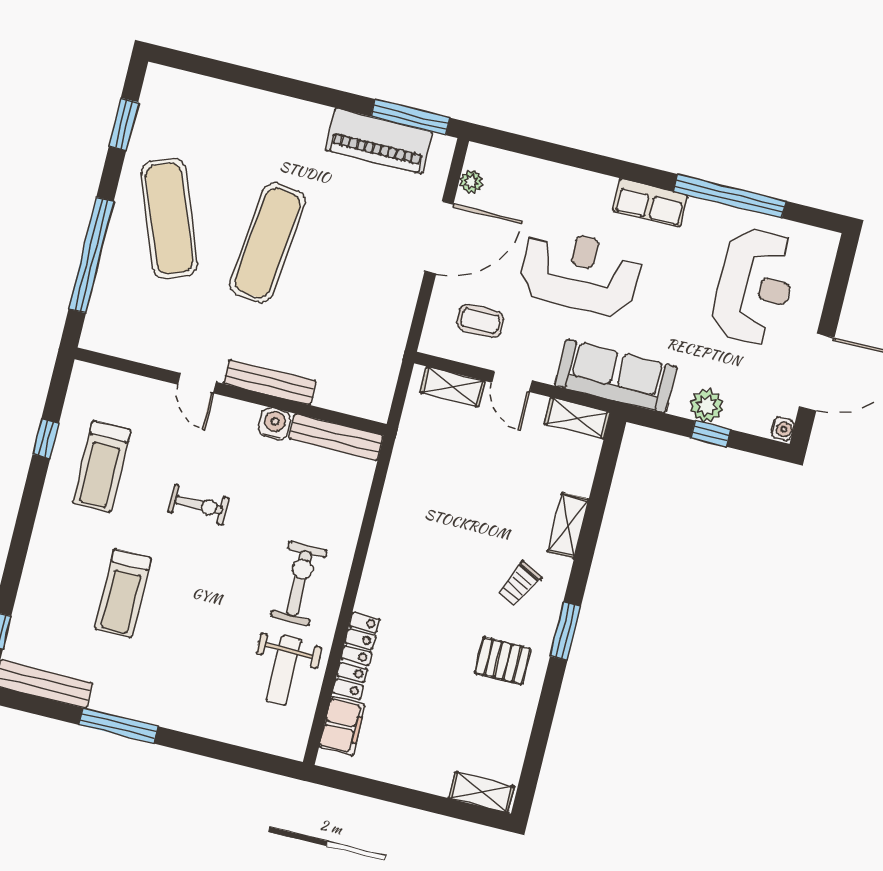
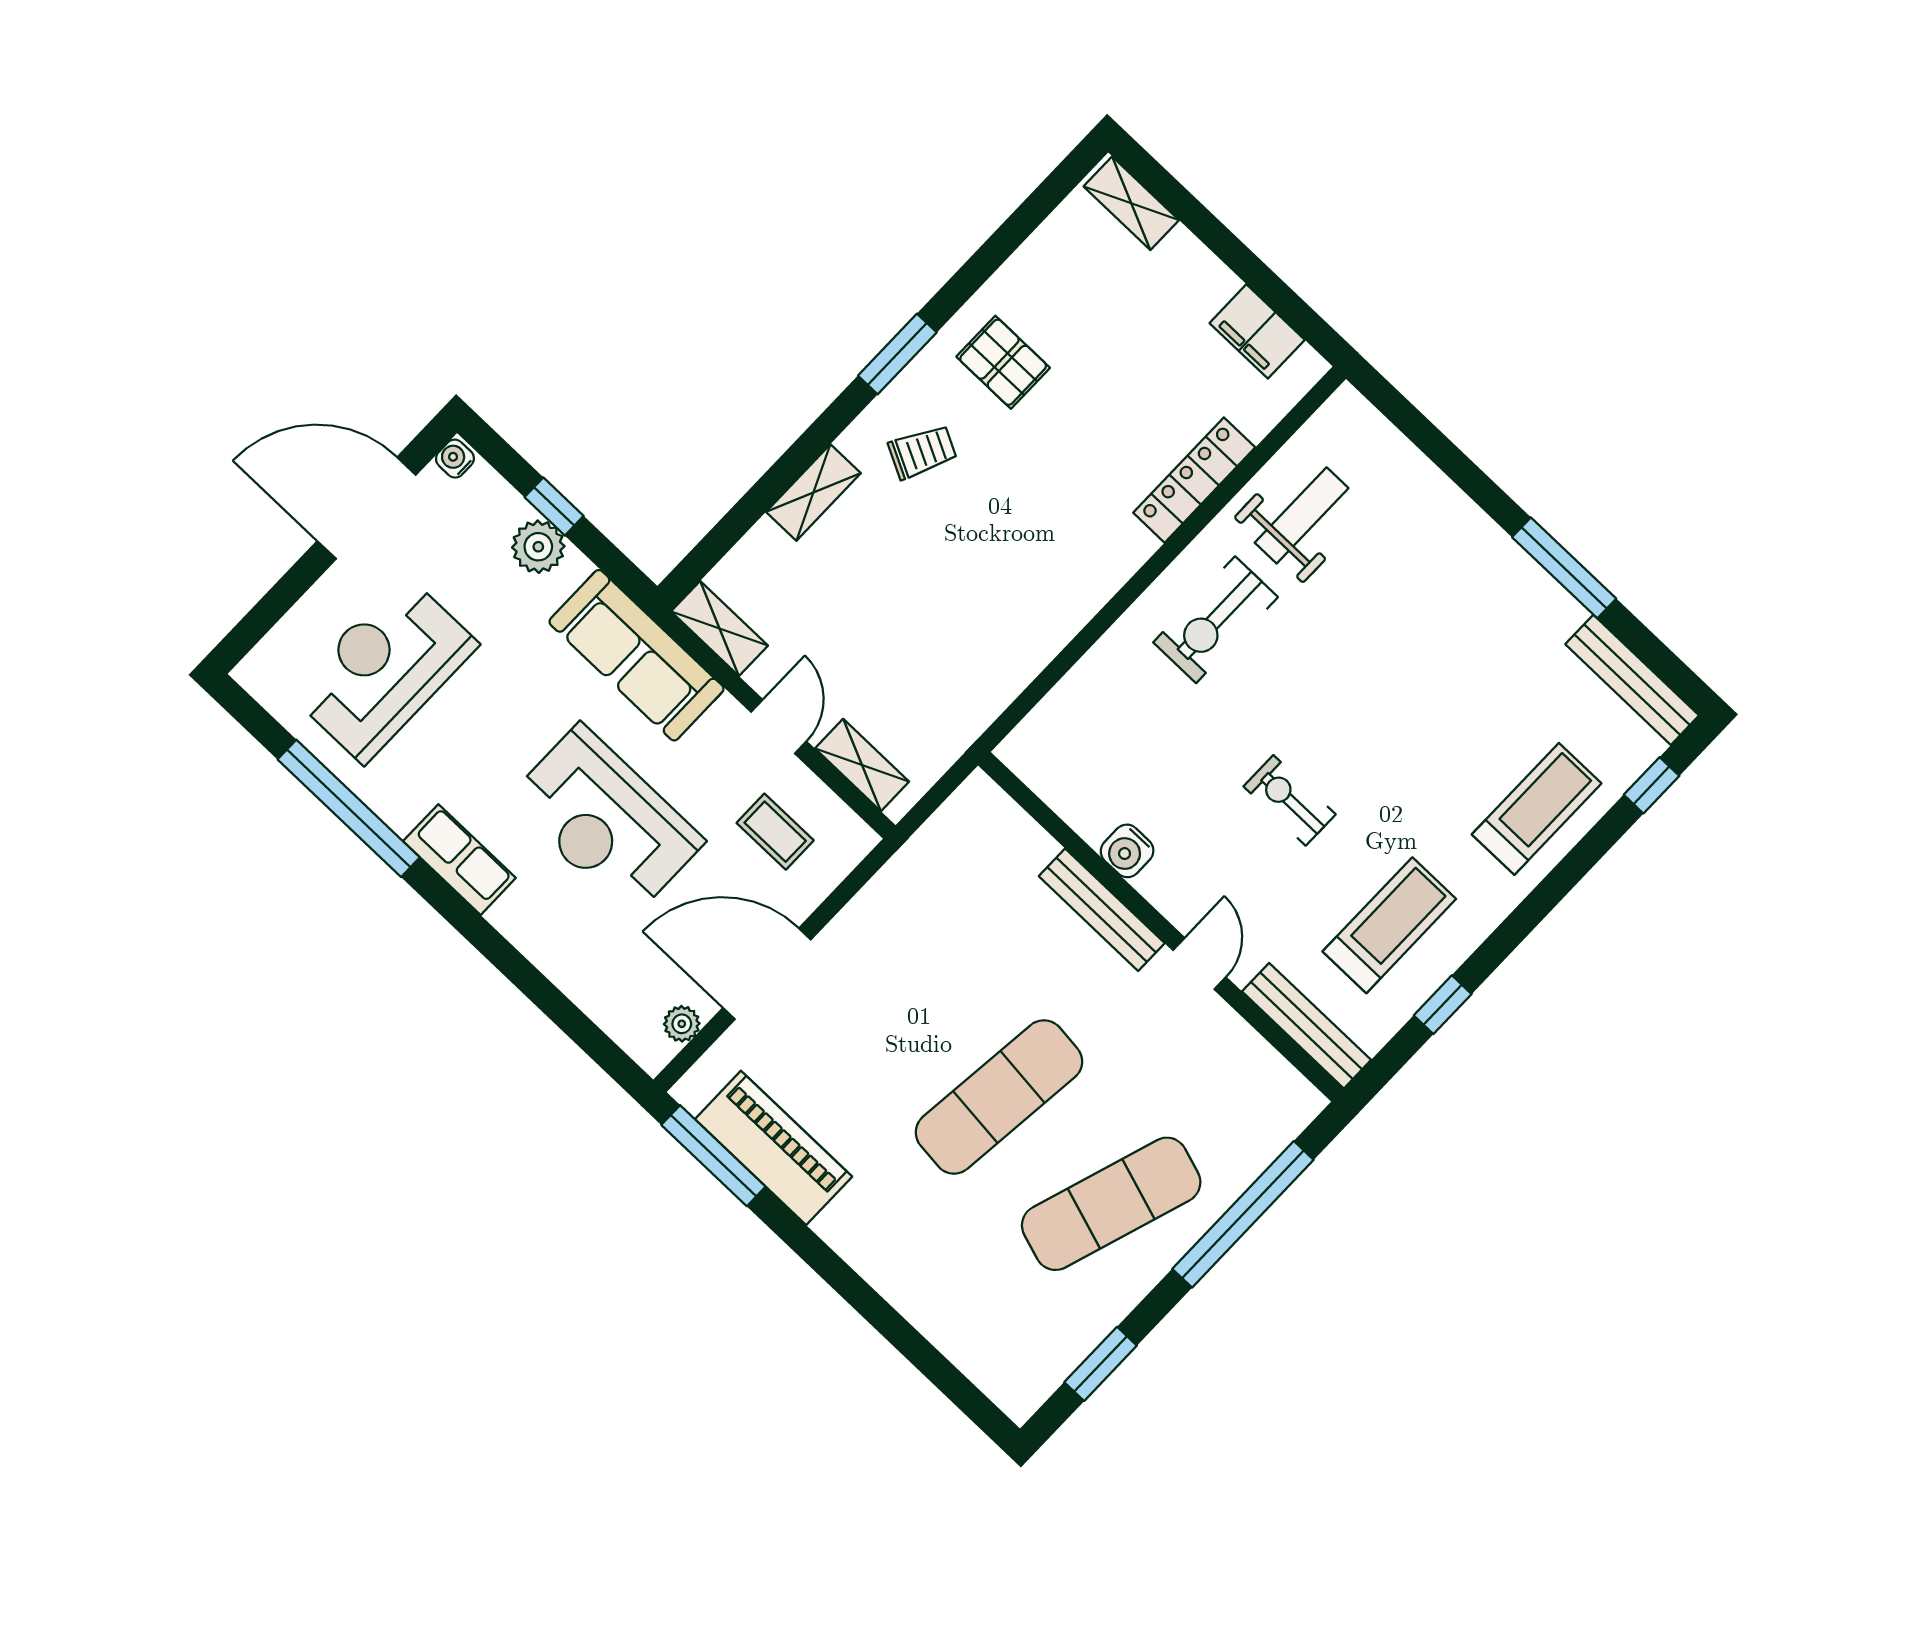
exercise mat: (169, 218) -> (1111, 1204), turned 39
bench: (336, 437) -> (1306, 1026), moved
treadmill: (123, 593) -> (1537, 809), moved
filing cabinet: (342, 726) -> (1257, 331), moved, turned -90

